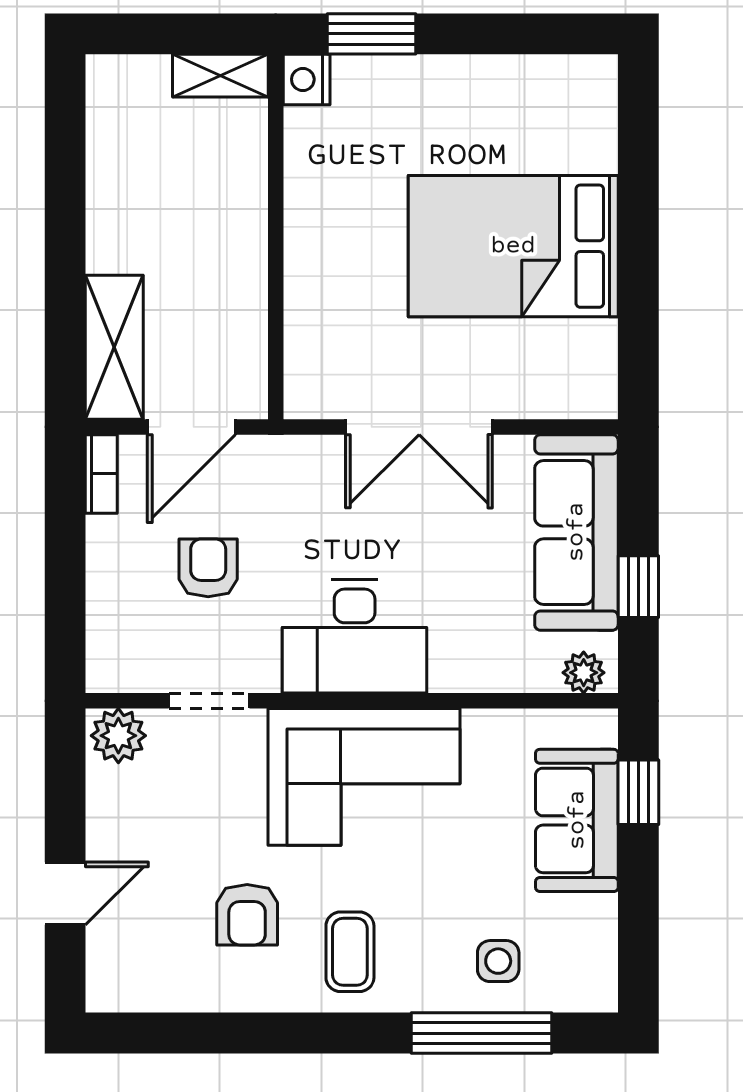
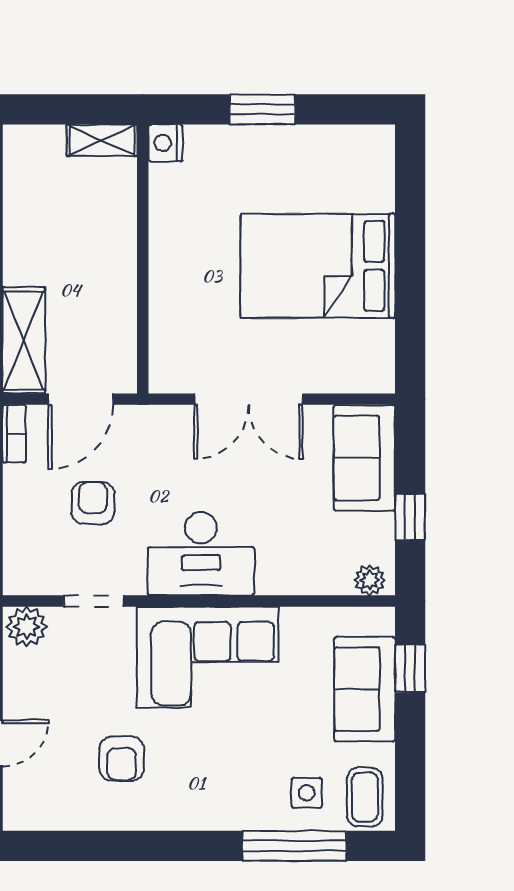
window: (371, 34) -> (262, 109), moved
sofa: (576, 532) -> (364, 458), width x0.73
coffee table: (350, 952) -> (365, 797), moved

